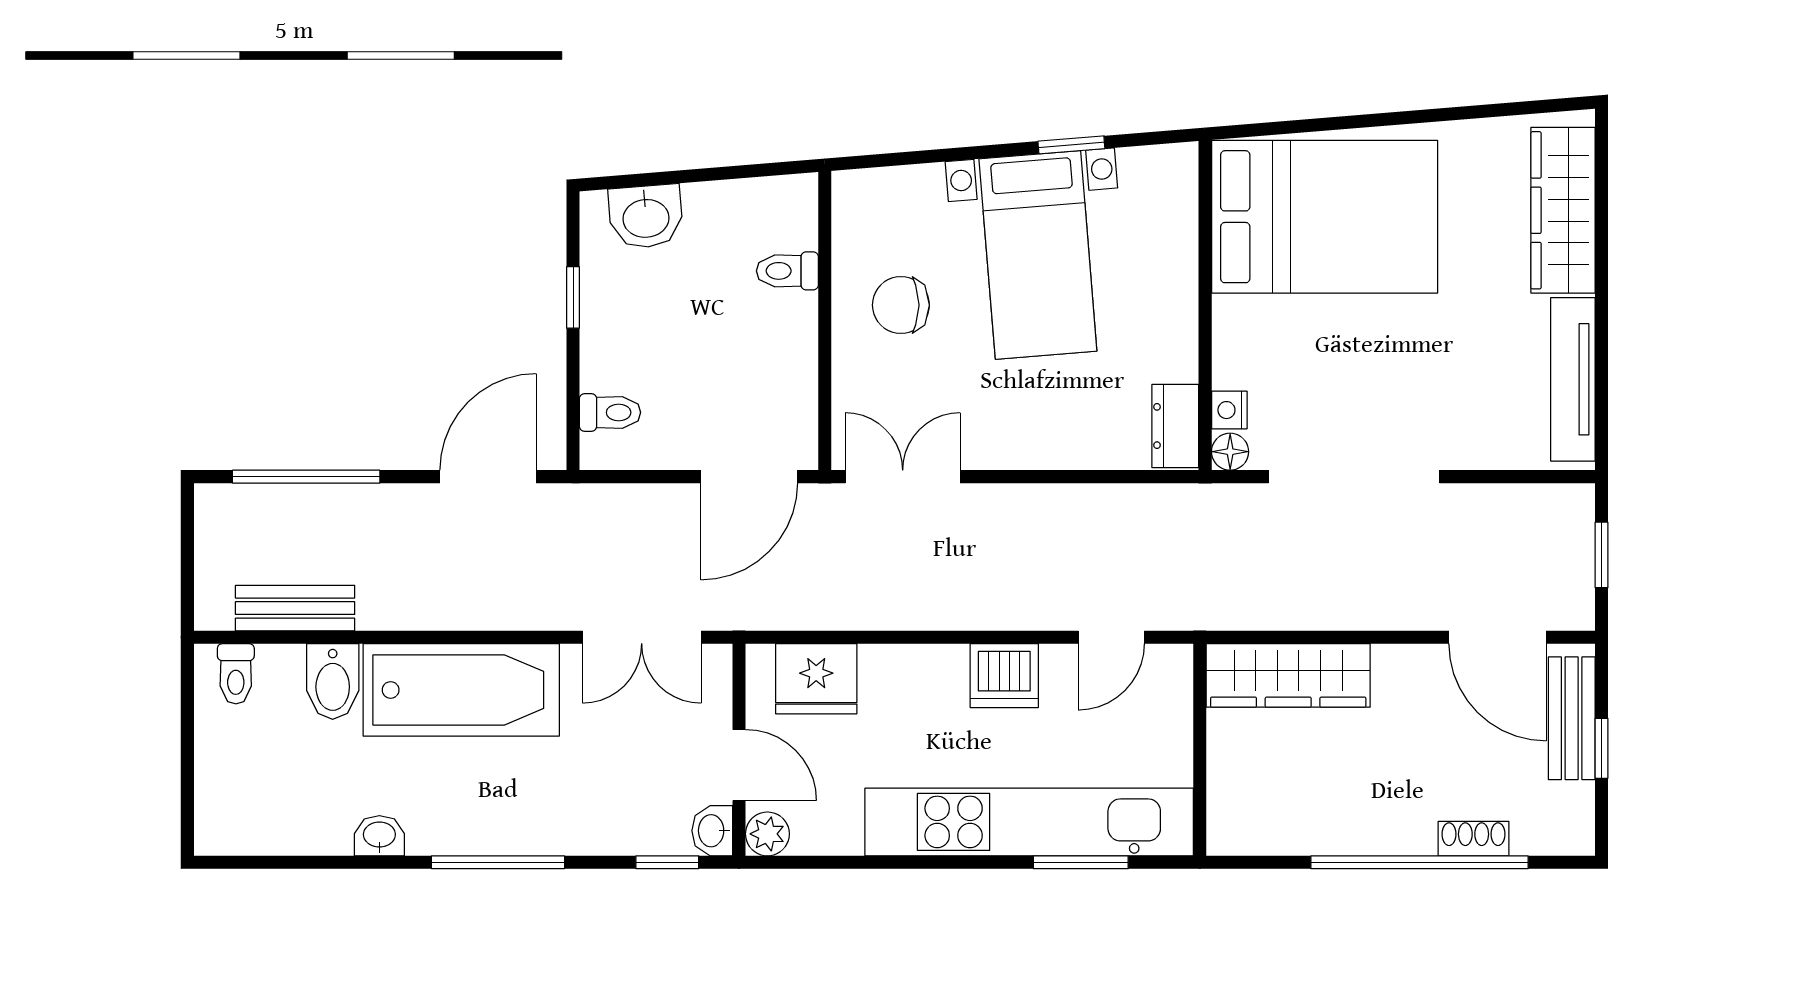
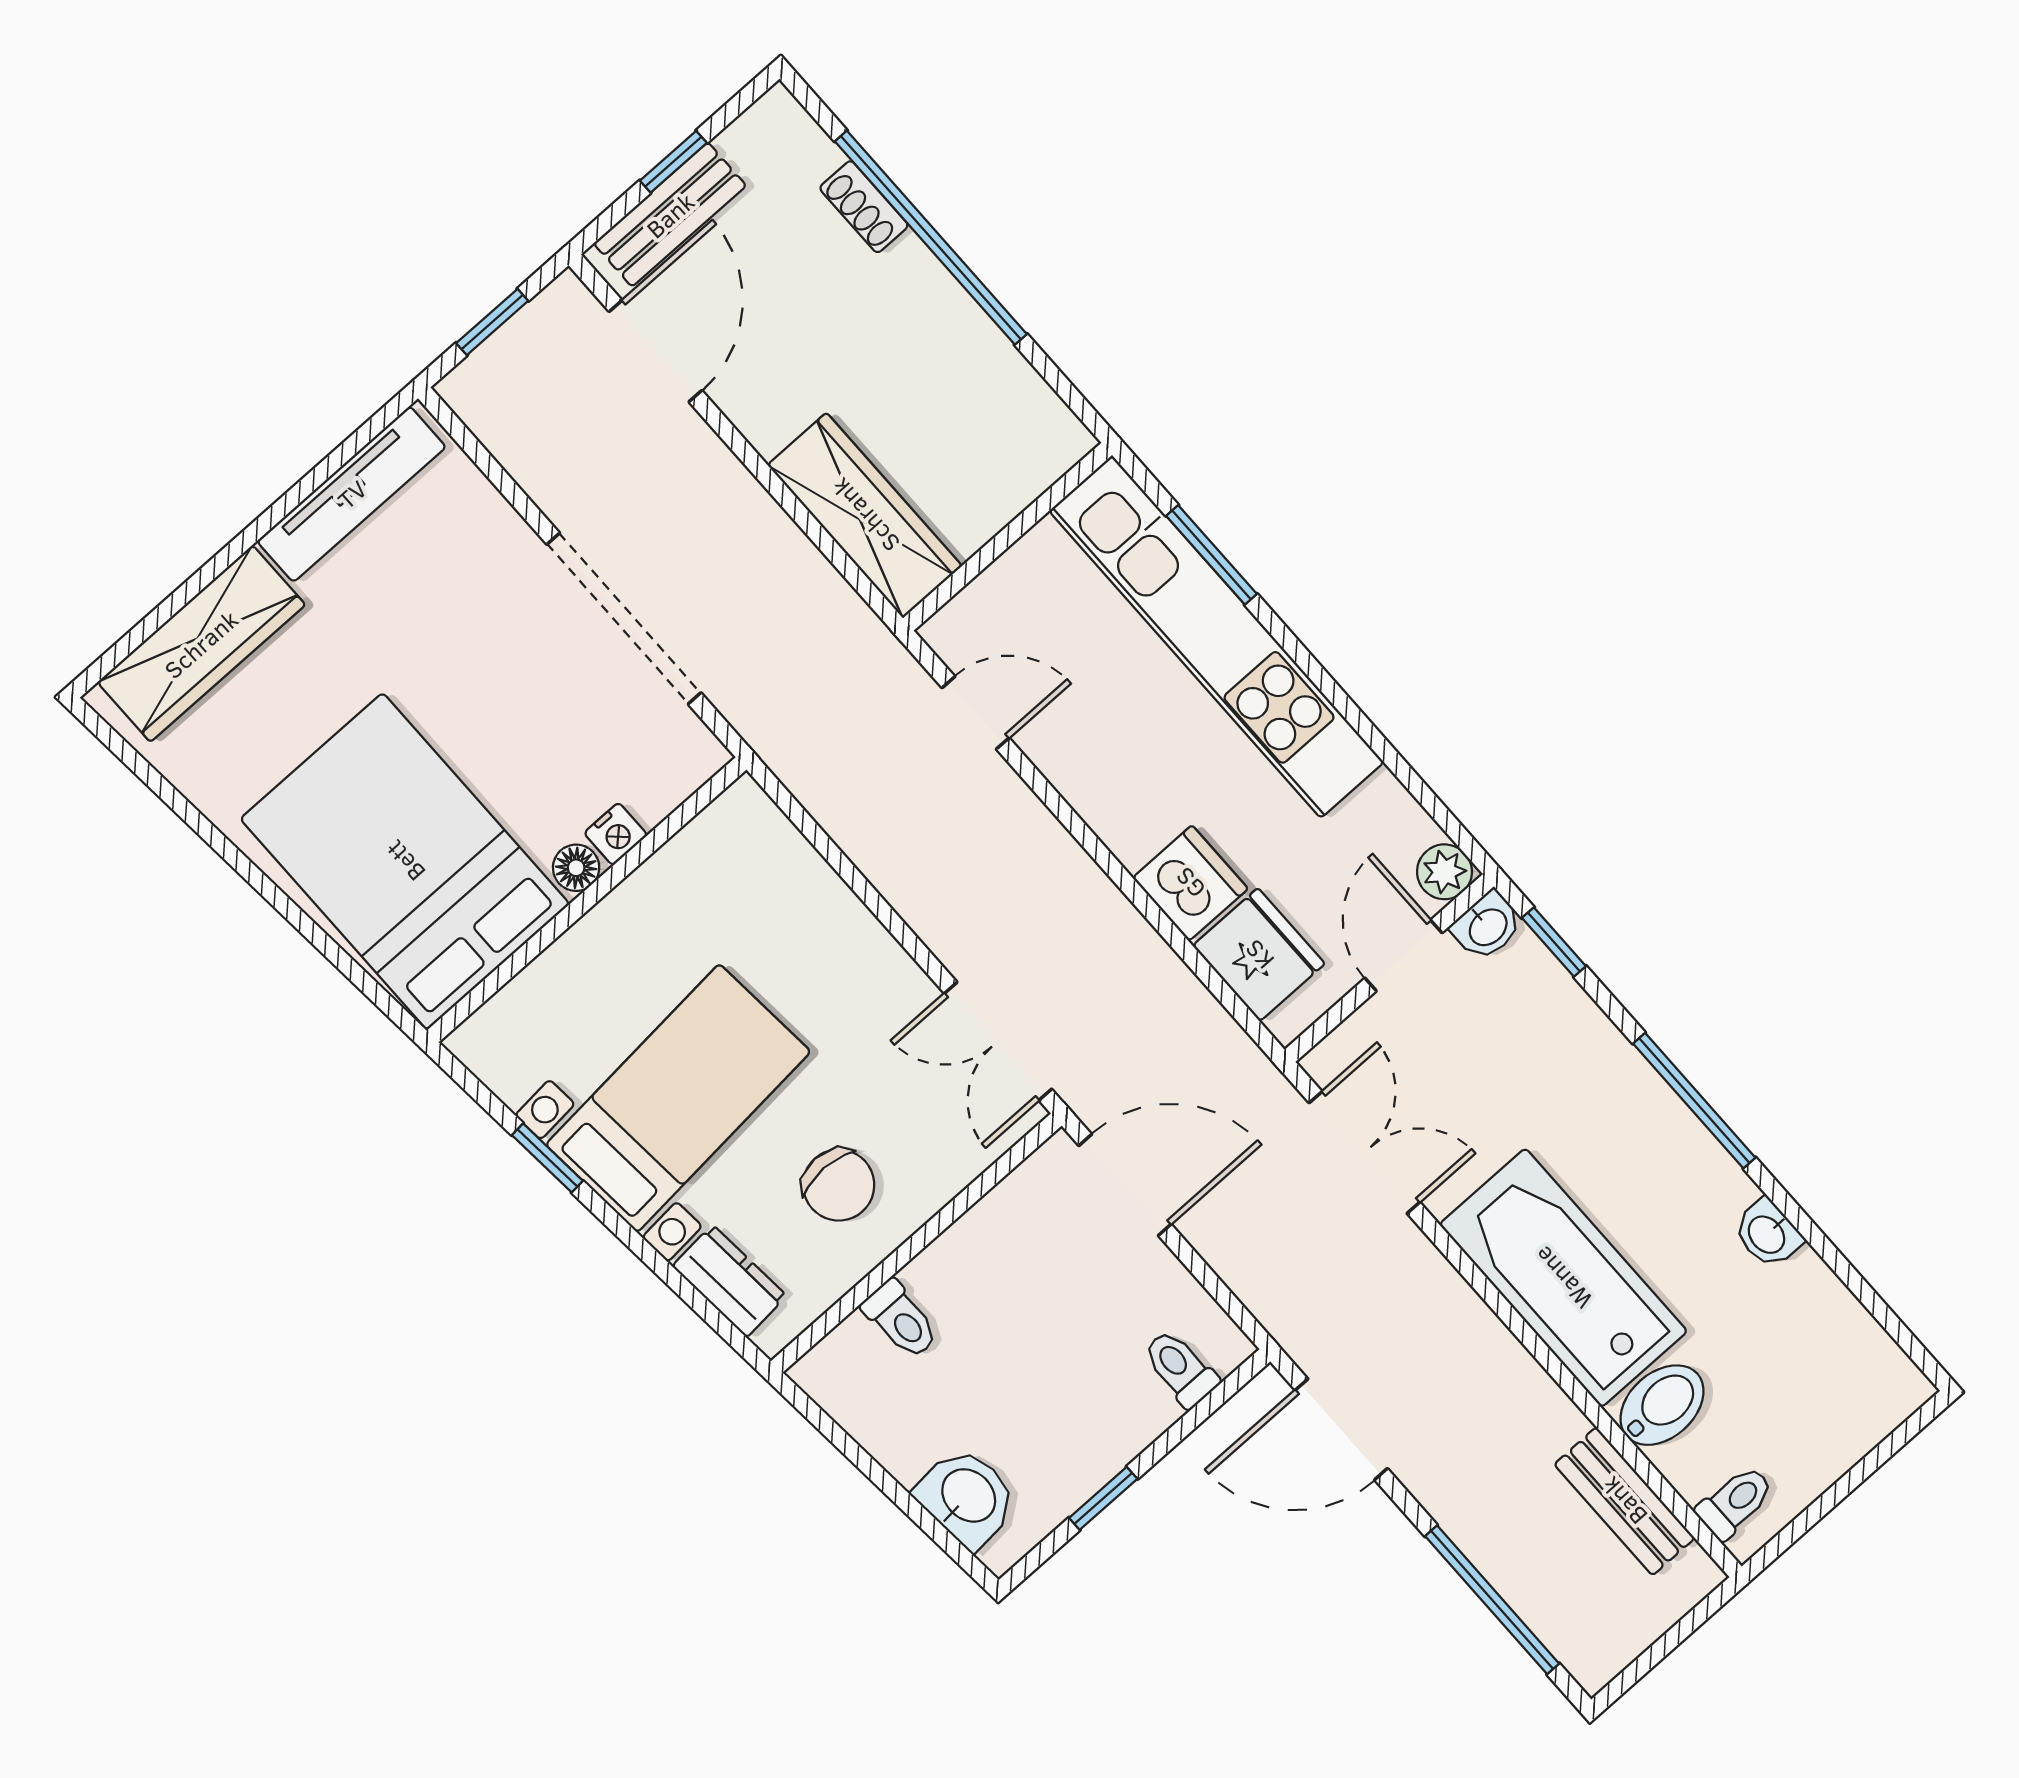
nightstand: (1229, 410) -> (616, 834), moved
dresser: (1175, 426) -> (729, 1281), moved, turned -95
floor lamp: (1230, 452) -> (576, 868), moved
dishwasher: (1004, 676) -> (1190, 883), moved

